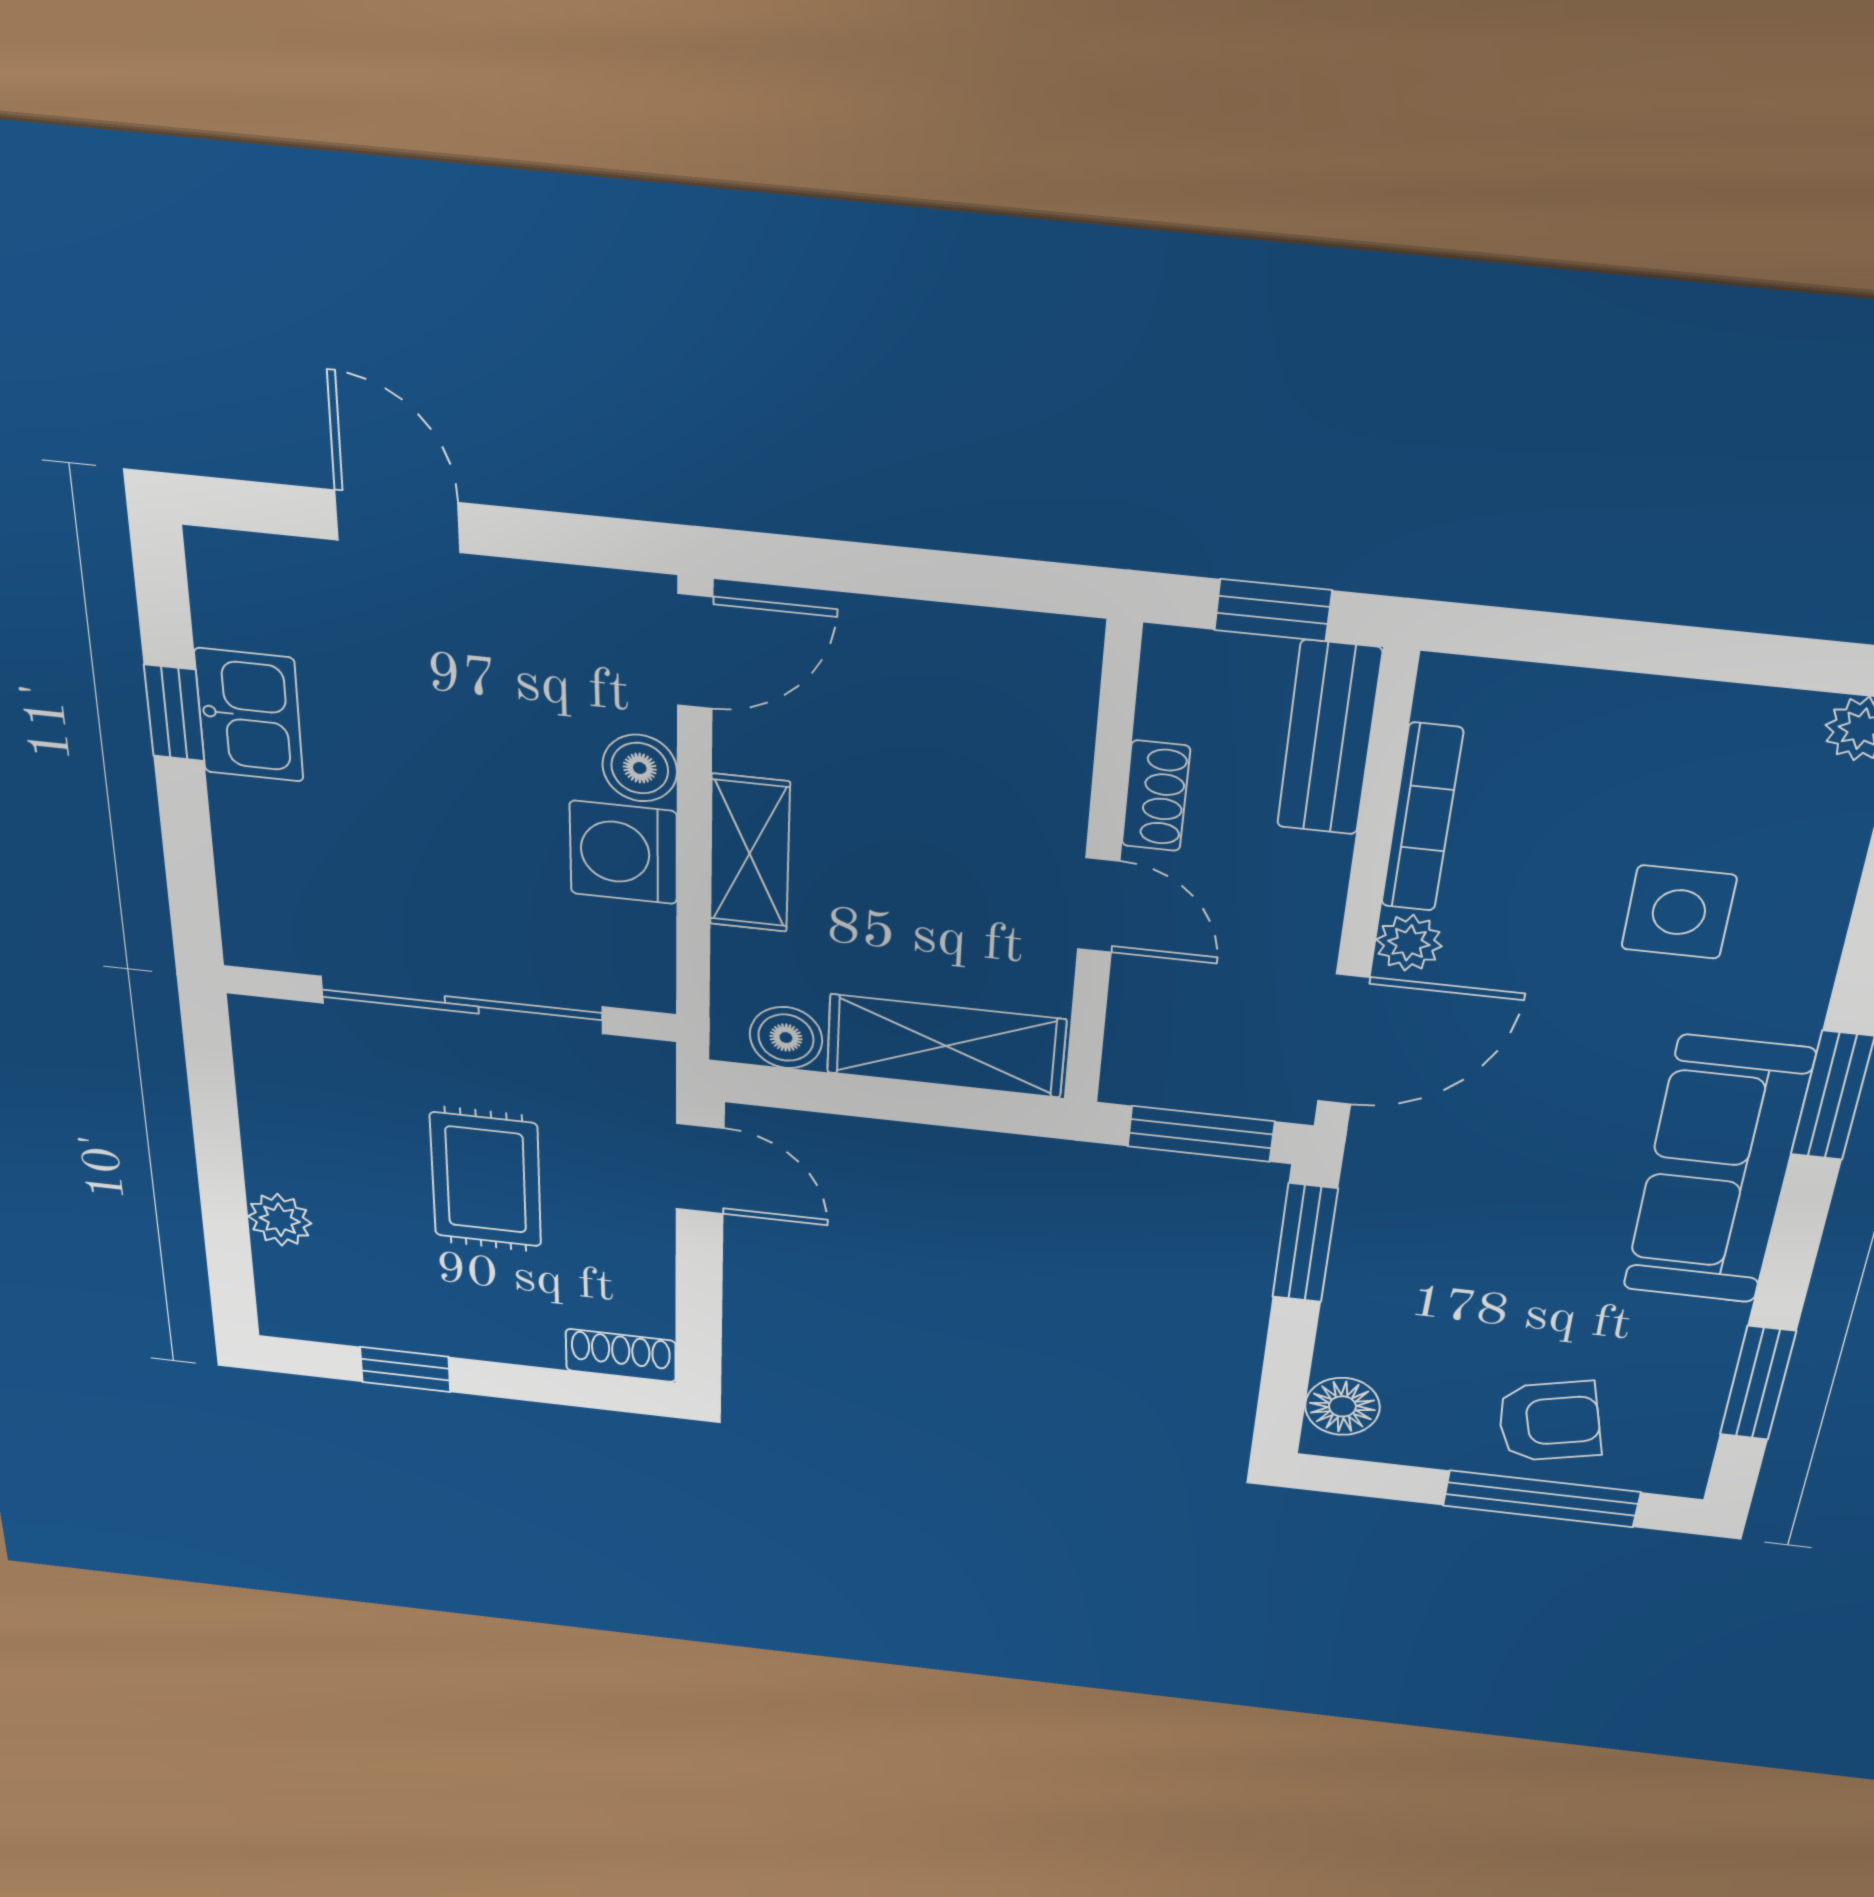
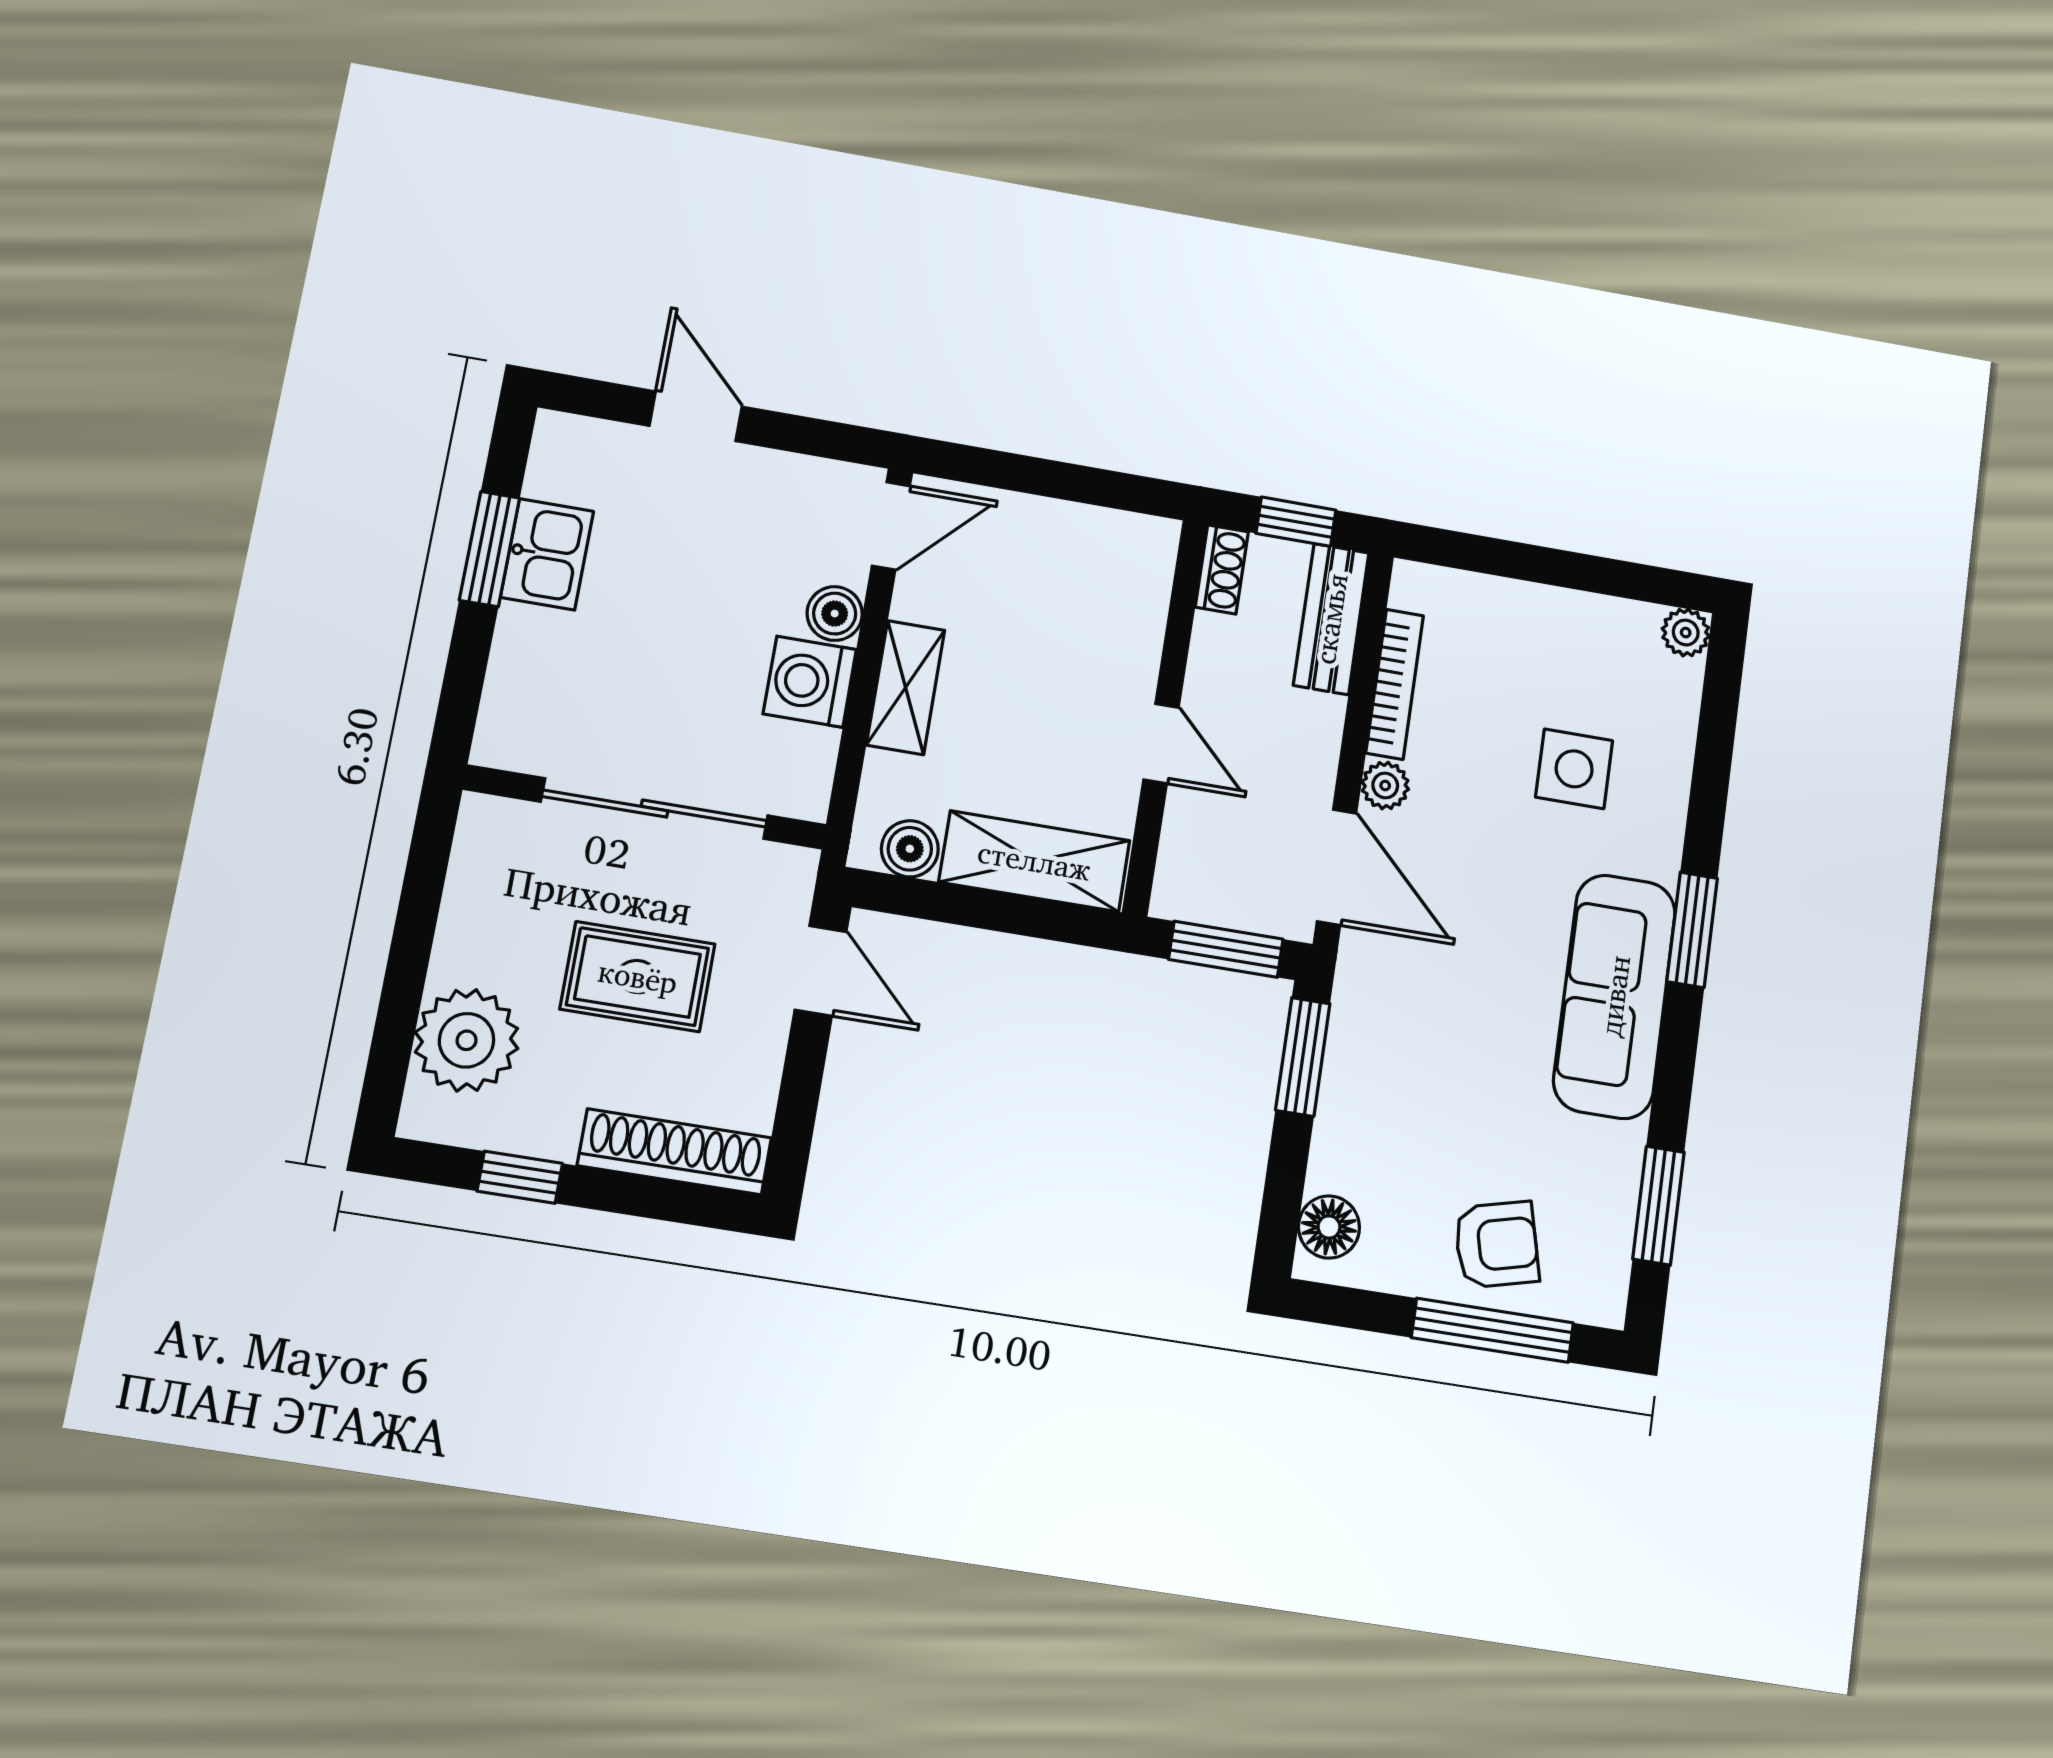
window: (174, 713) -> (490, 549), width x1.50
shoe rack: (1156, 796) -> (1222, 569), moved
door: (1344, 1040) -> (1337, 867), hinge flipped
rug: (486, 1180) -> (638, 977), turned 90
plant: (280, 1220) -> (467, 1040), width x1.87, depth x1.87
shoe rack: (621, 1356) -> (674, 1152), width x1.94, depth x1.24

